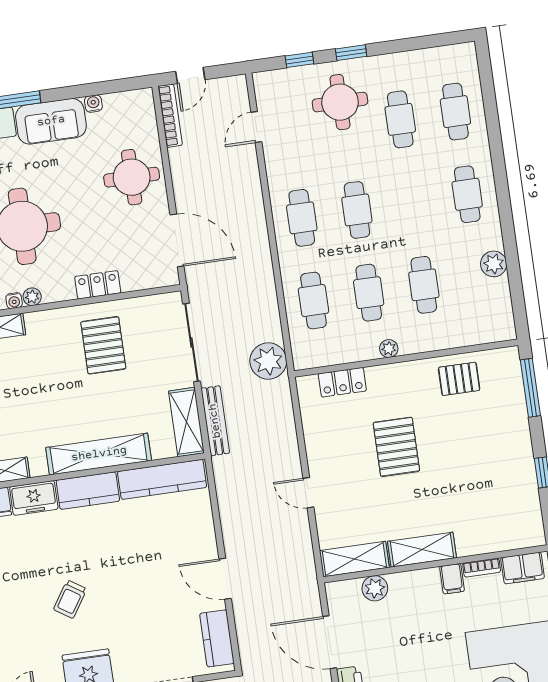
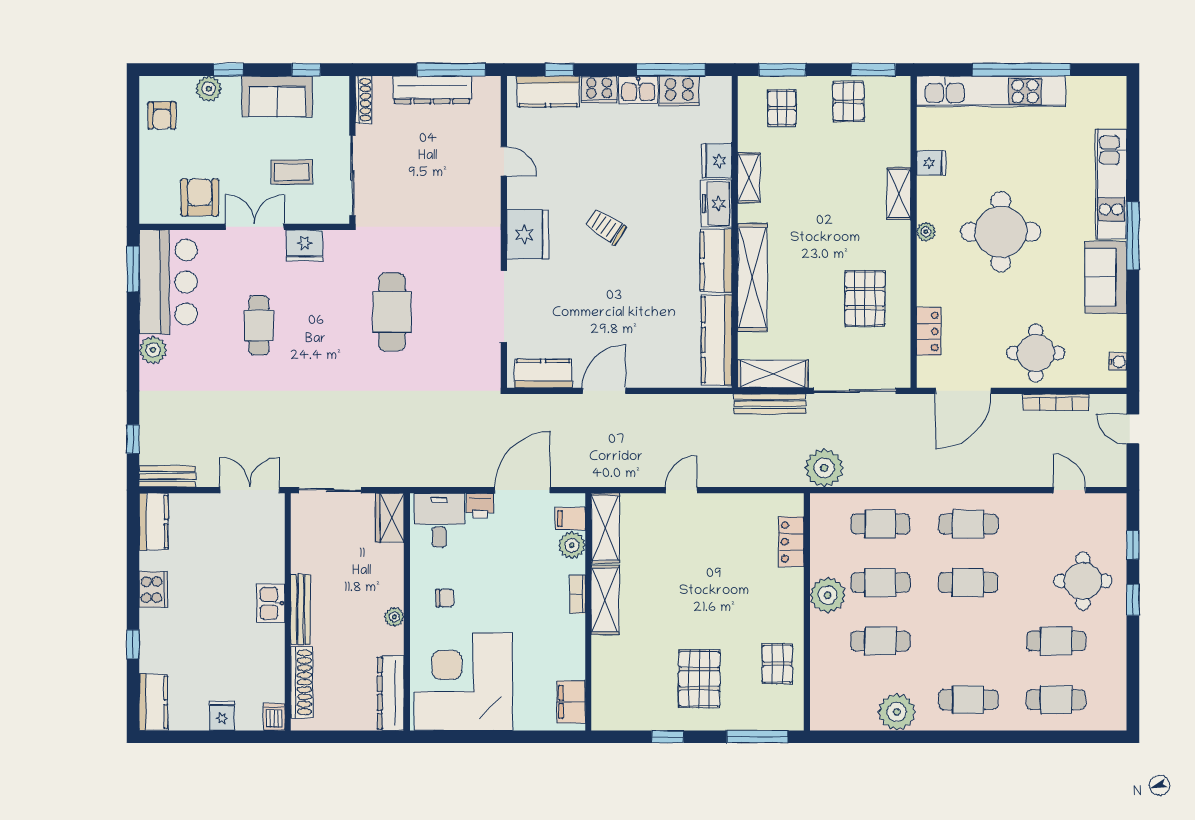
water cooler: (93, 104) -> (1118, 362), moved
bookcase: (170, 116) -> (1056, 402), moved
plant: (494, 264) -> (897, 712), width x1.36, depth x1.36
locker: (98, 285) -> (929, 331), moved
water cooler: (14, 301) -> (925, 212), removed
pallet: (103, 345) -> (865, 299), turned 90
plant: (389, 349) -> (828, 595), width x1.88, depth x1.88
pallet: (396, 447) -> (699, 679), moved, turned 90
bookcase: (482, 568) -> (578, 594), moved
filing cabinet: (452, 579) -> (570, 519), moved

